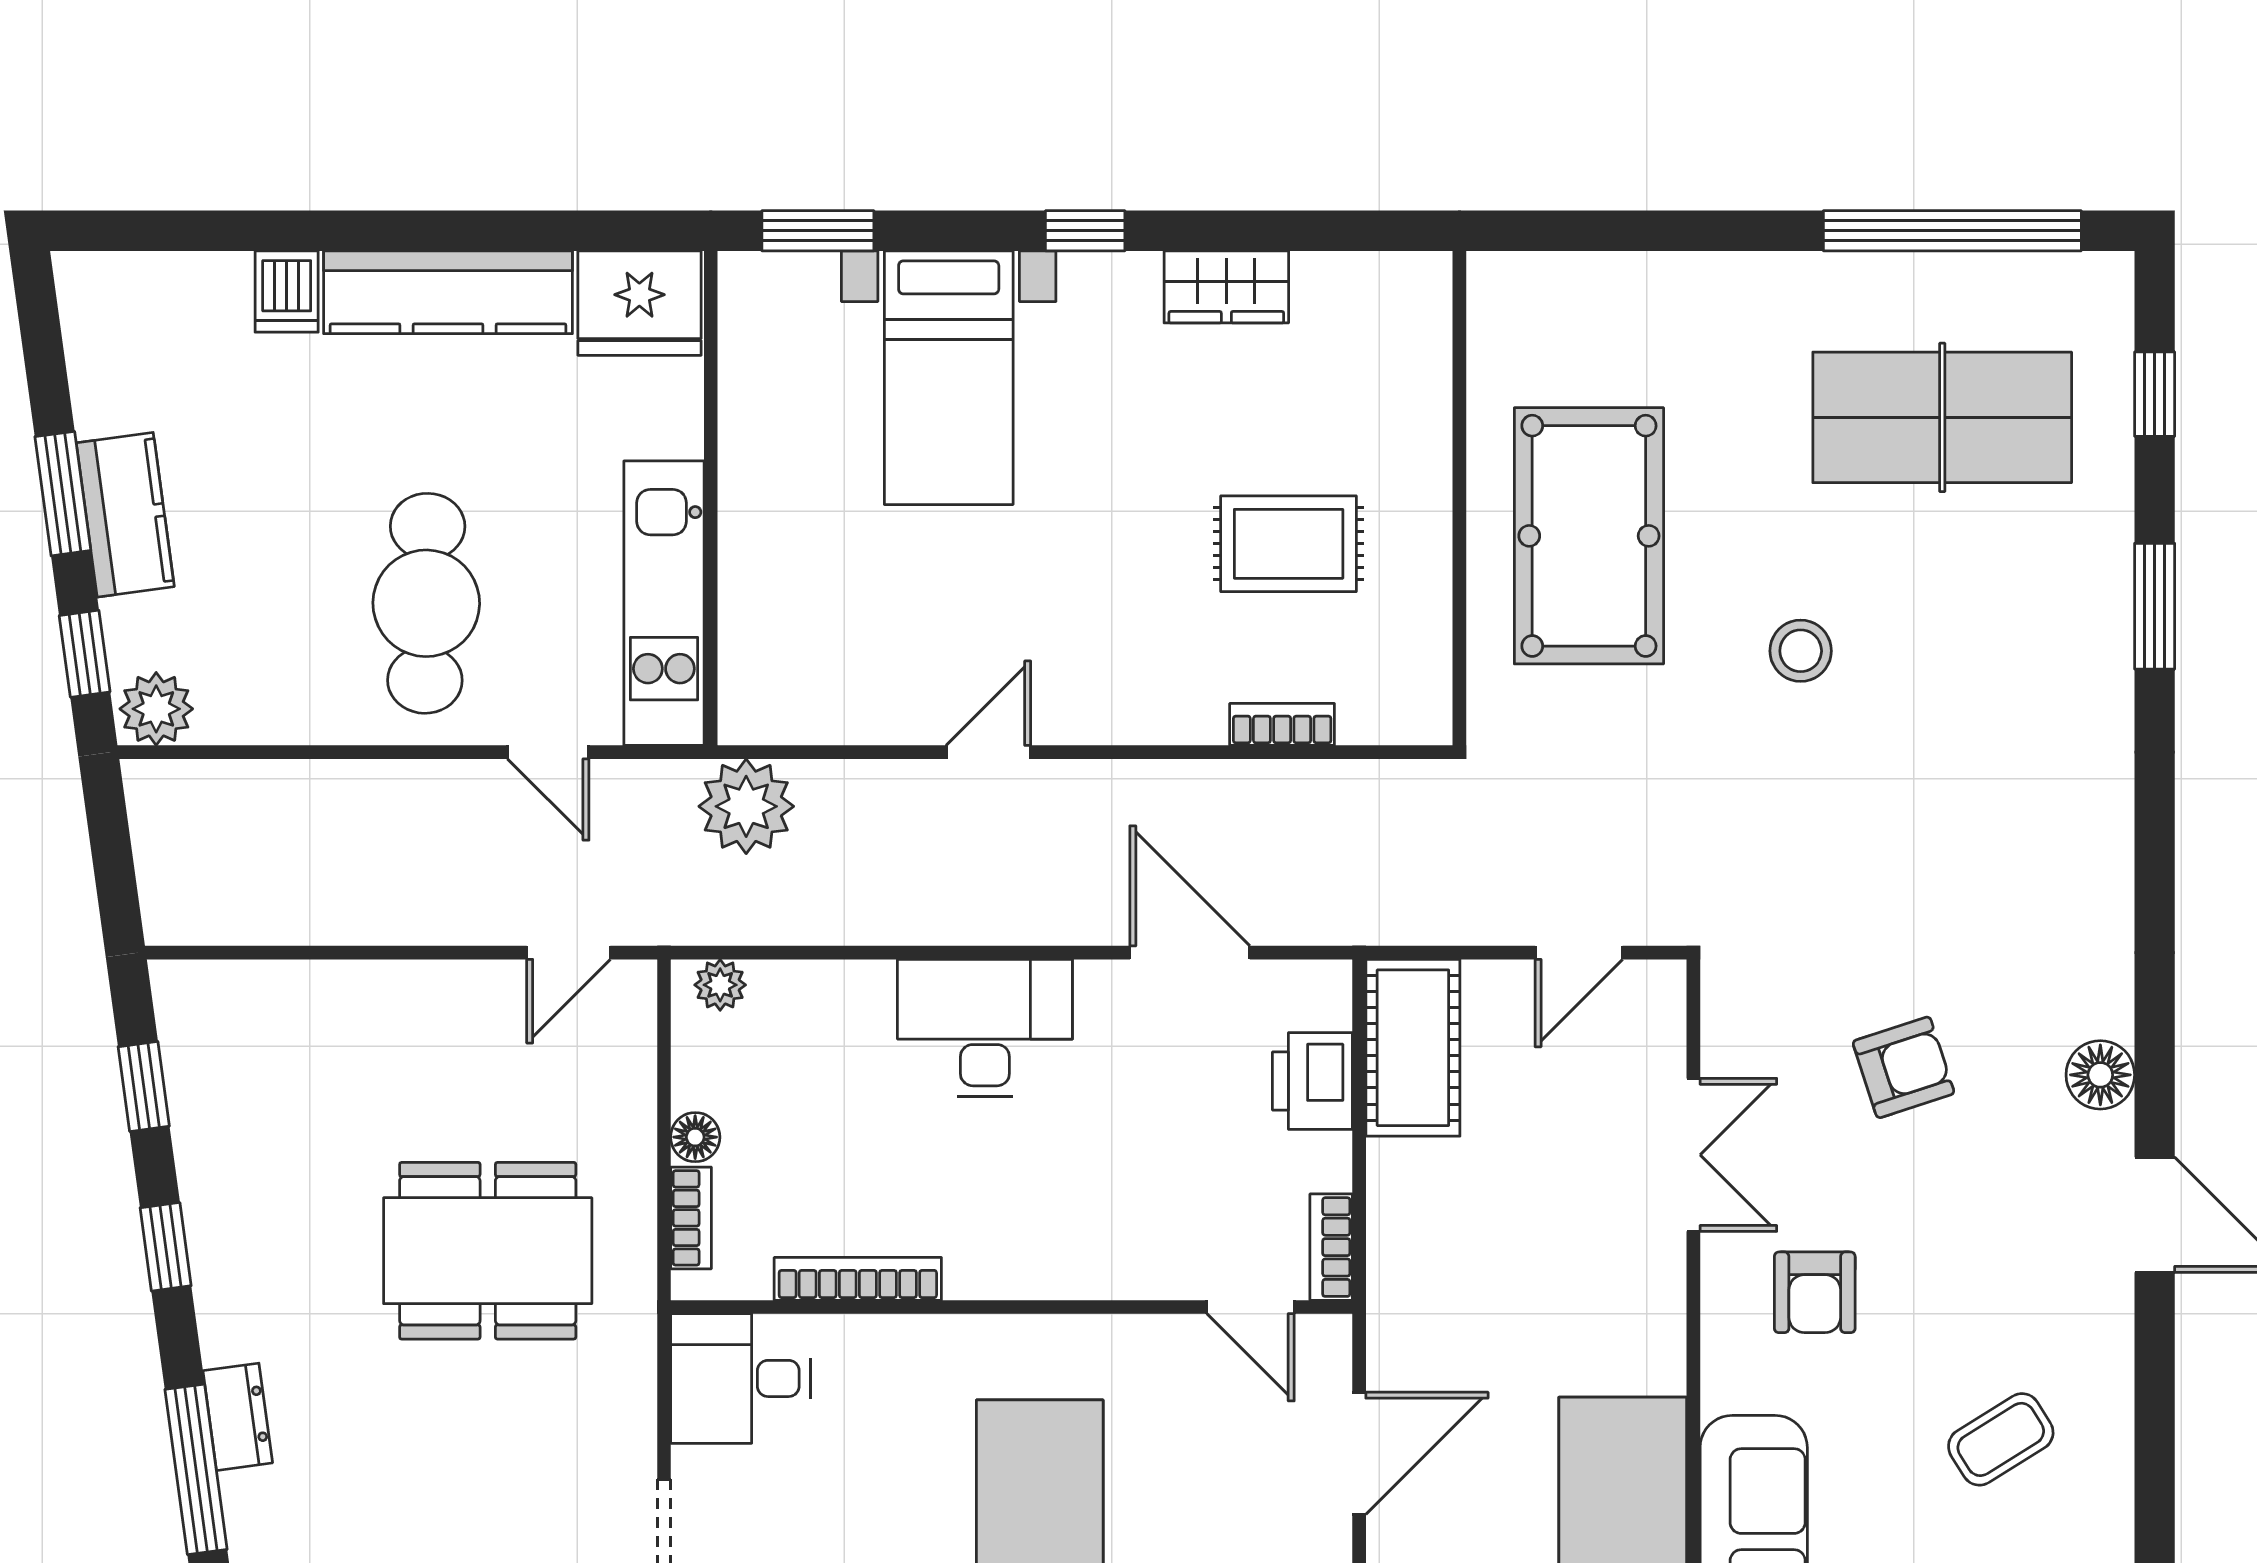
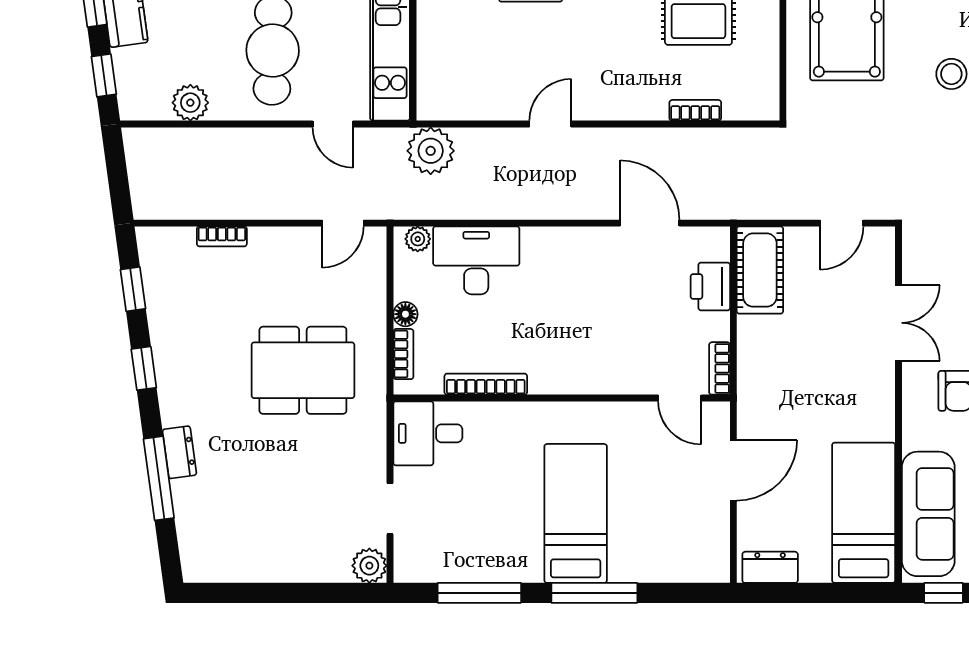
plant: (156, 709) -> (190, 103), moved
bookcase: (323, 980) -> (222, 236), added
desk: (985, 1028) -> (476, 260), moved

